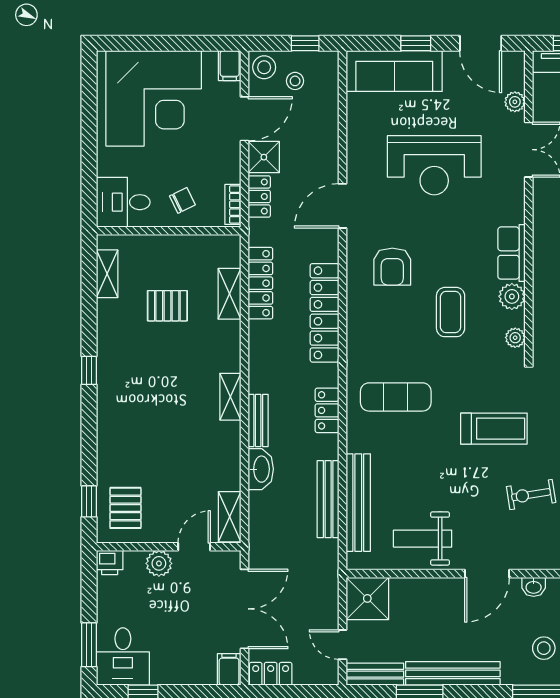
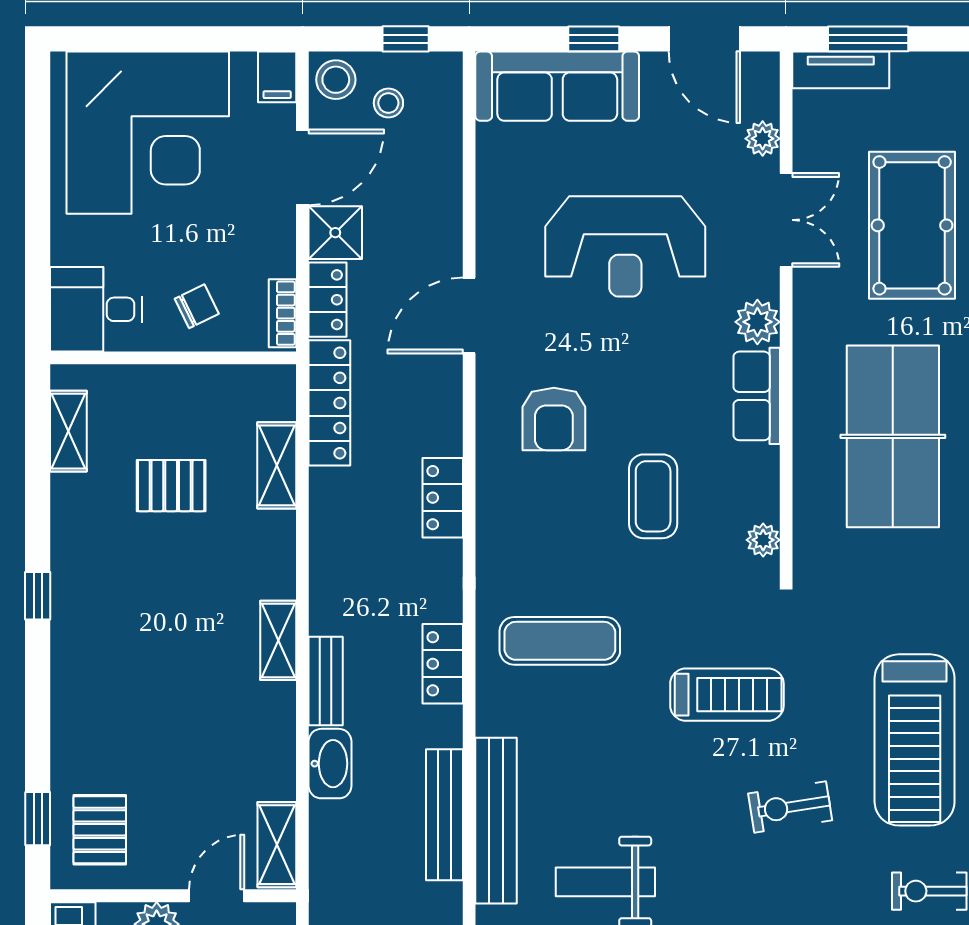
locker: (260, 283) -> (329, 403), moved
plant: (512, 296) -> (757, 322), moved
locker: (325, 313) -> (443, 498), width x0.46, depth x0.83

